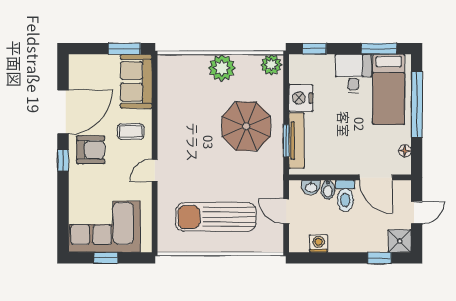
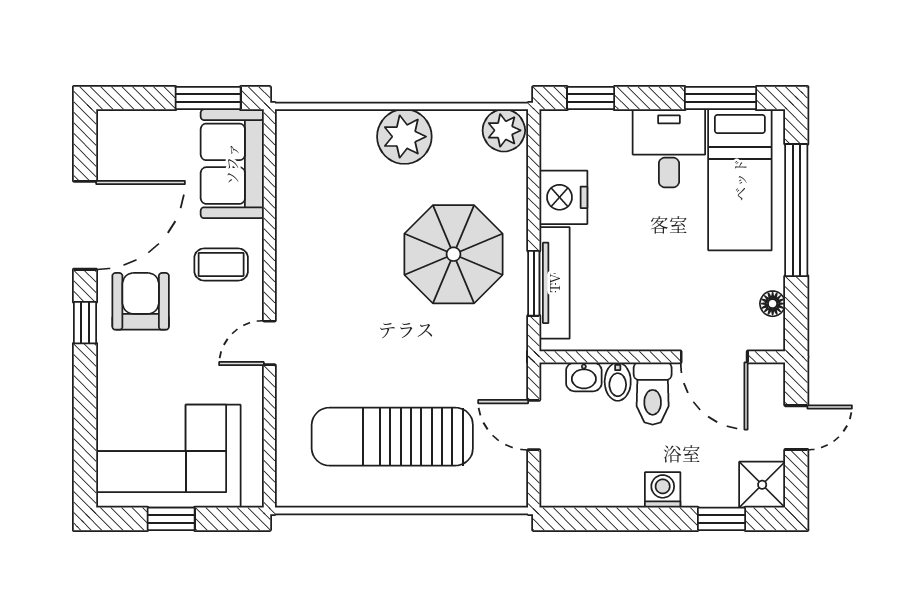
armchair: (91, 150) -> (141, 301), turned -90
washing machine: (318, 244) -> (663, 490), moved

